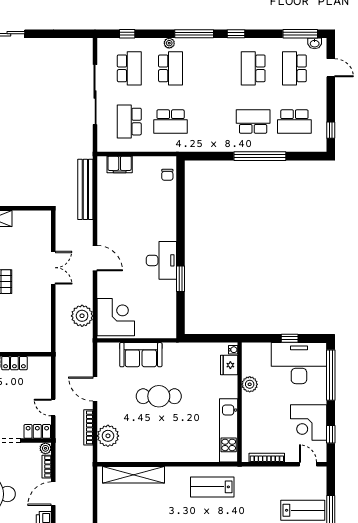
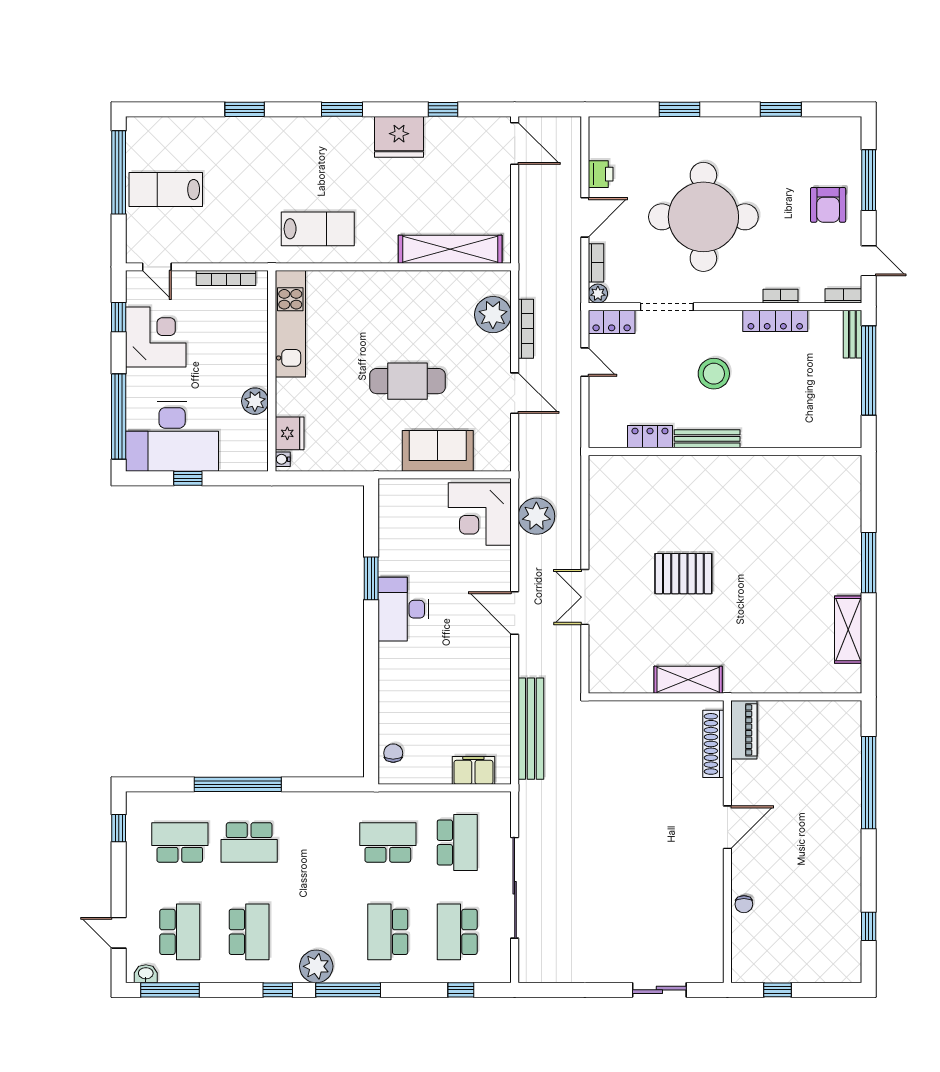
plant: (169, 43) -> (316, 966), moved, width x1.88, depth x1.88

